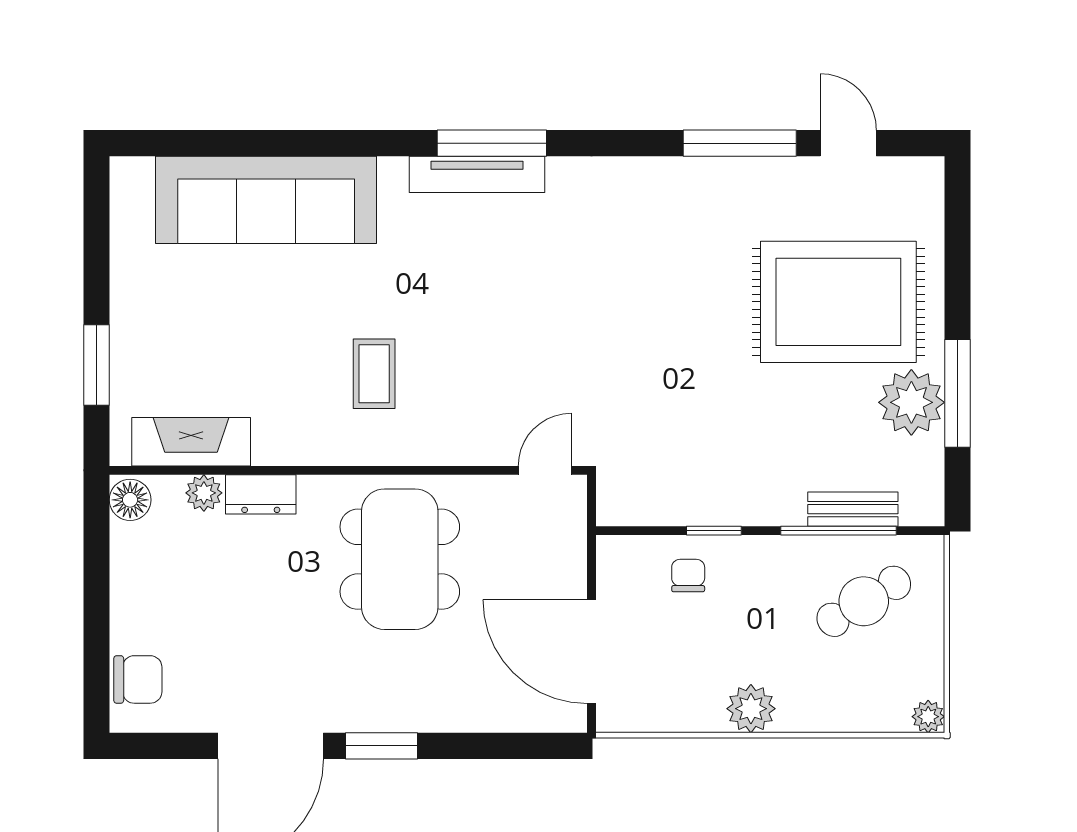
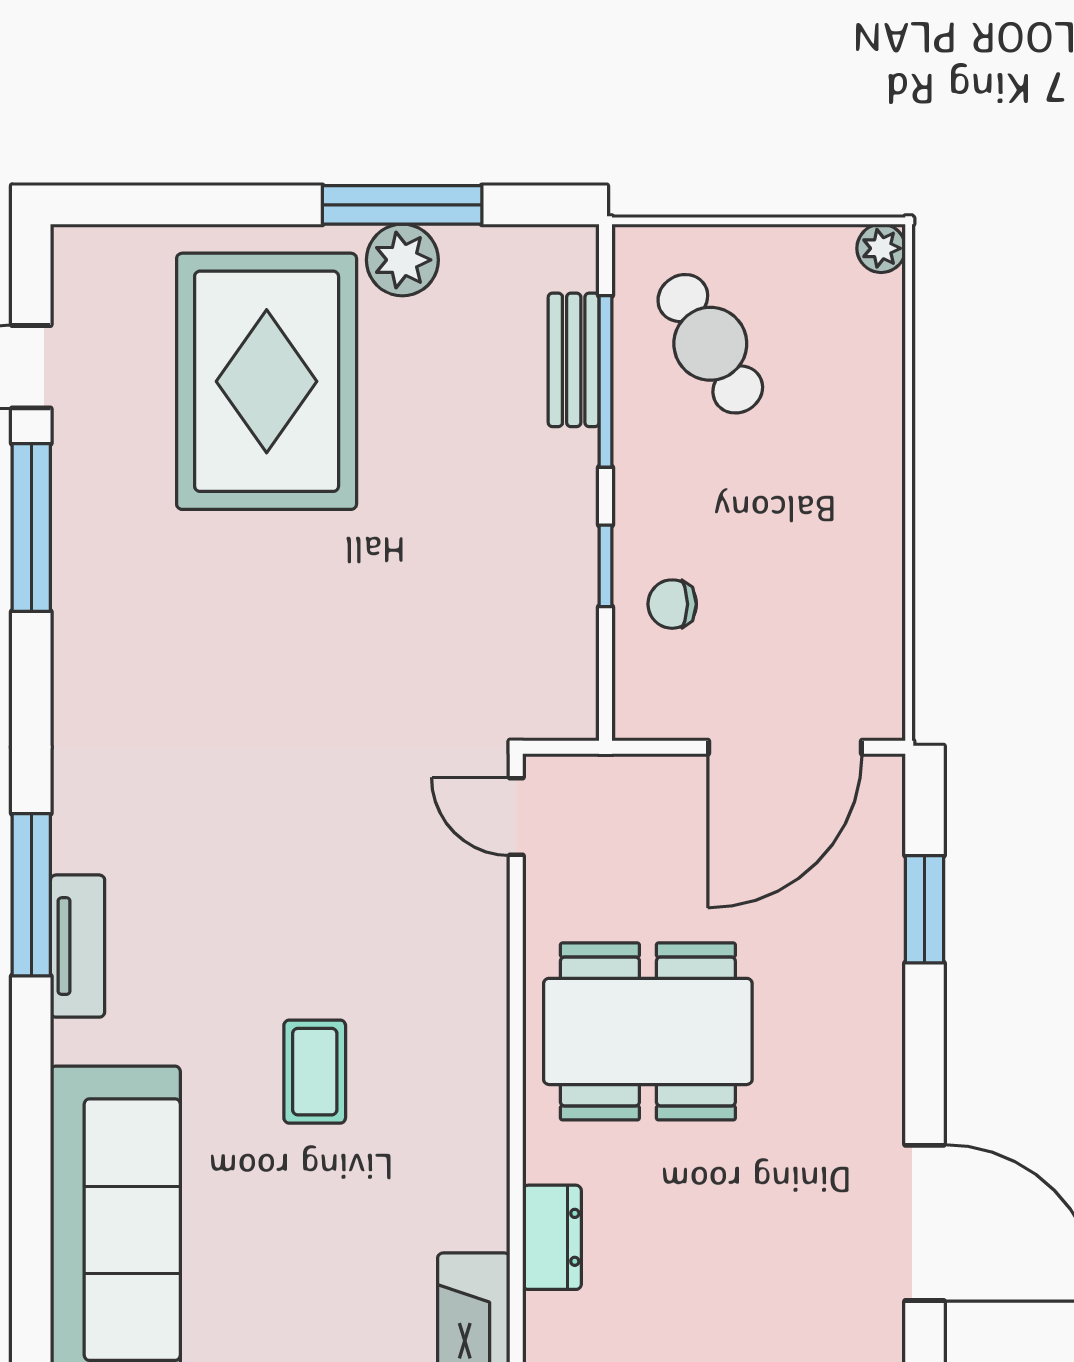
tv unit: (477, 174) -> (78, 946), width x0.71
coffee table: (374, 374) -> (315, 1072), moved, turned 90
plant: (911, 402) -> (402, 260), width x0.73, depth x0.73
plant: (204, 493) -> (550, 1322), removed
plant: (751, 709) -> (869, 511), removed
window: (381, 746) -> (925, 909), moved

